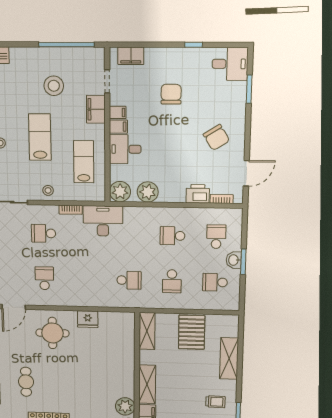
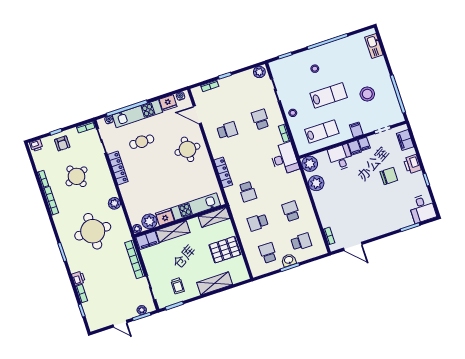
filing cabinet: (96, 109) -> (356, 130), width x0.50
chair: (216, 137) -> (370, 217), removed
printer: (198, 194) -> (412, 164), moved, turned 180
locker: (95, 301) -> (223, 172), added
fridge: (88, 319) -> (165, 217), moved, turned 90
kitchen unit: (126, 348) -> (196, 207), added

